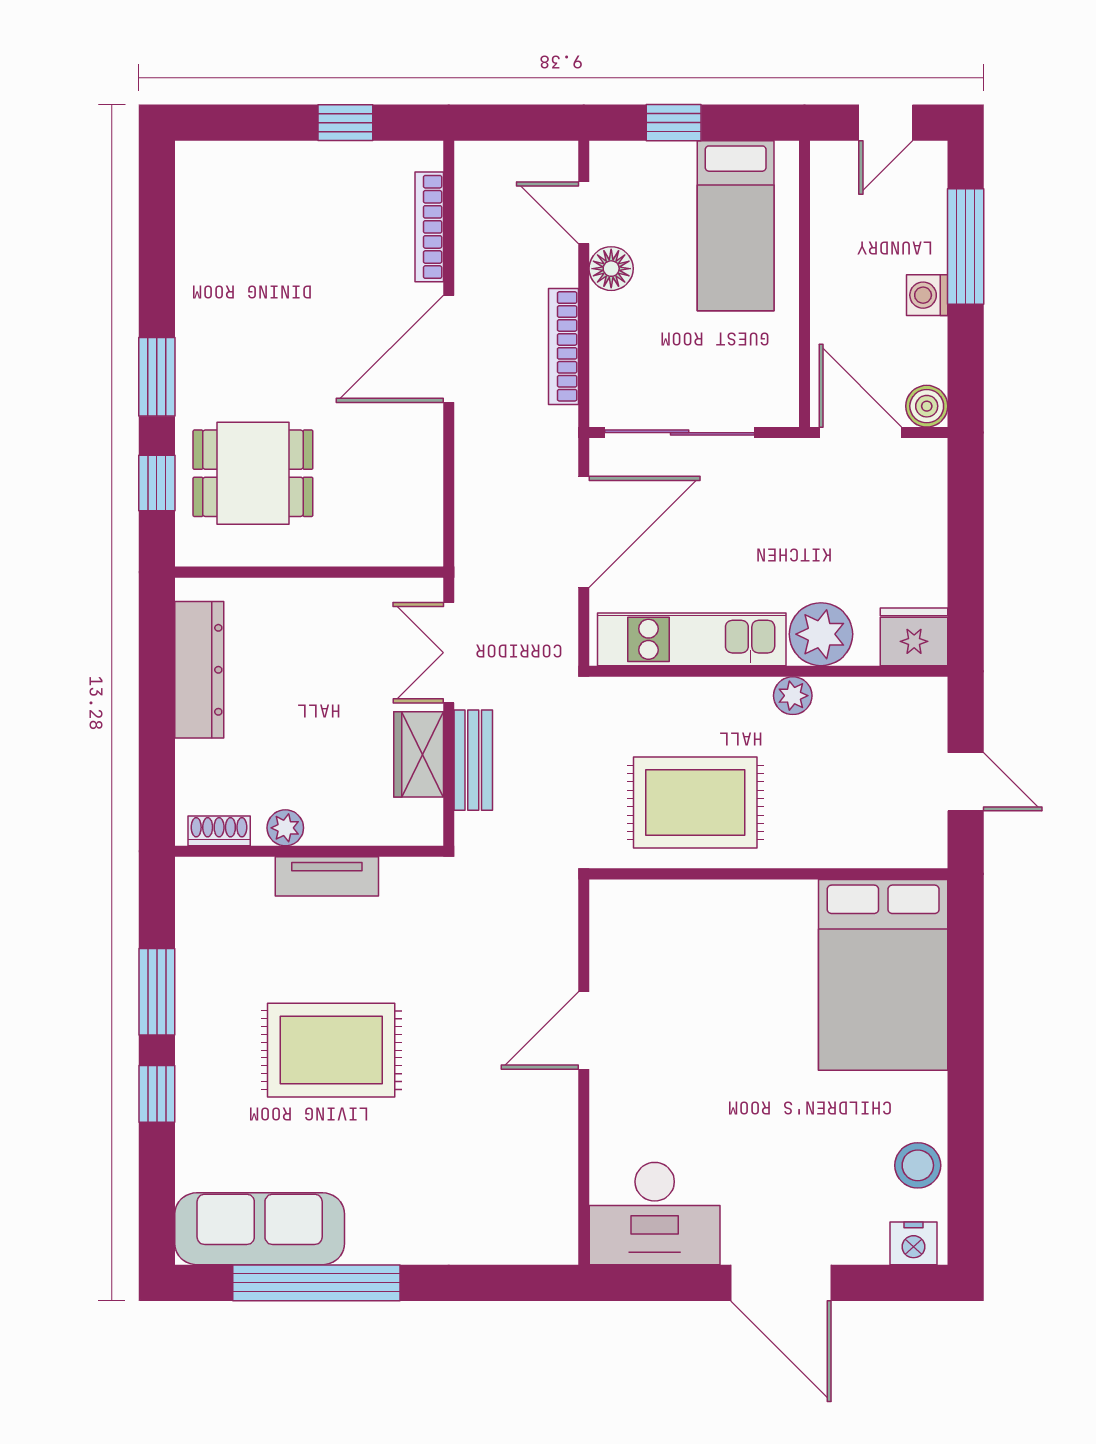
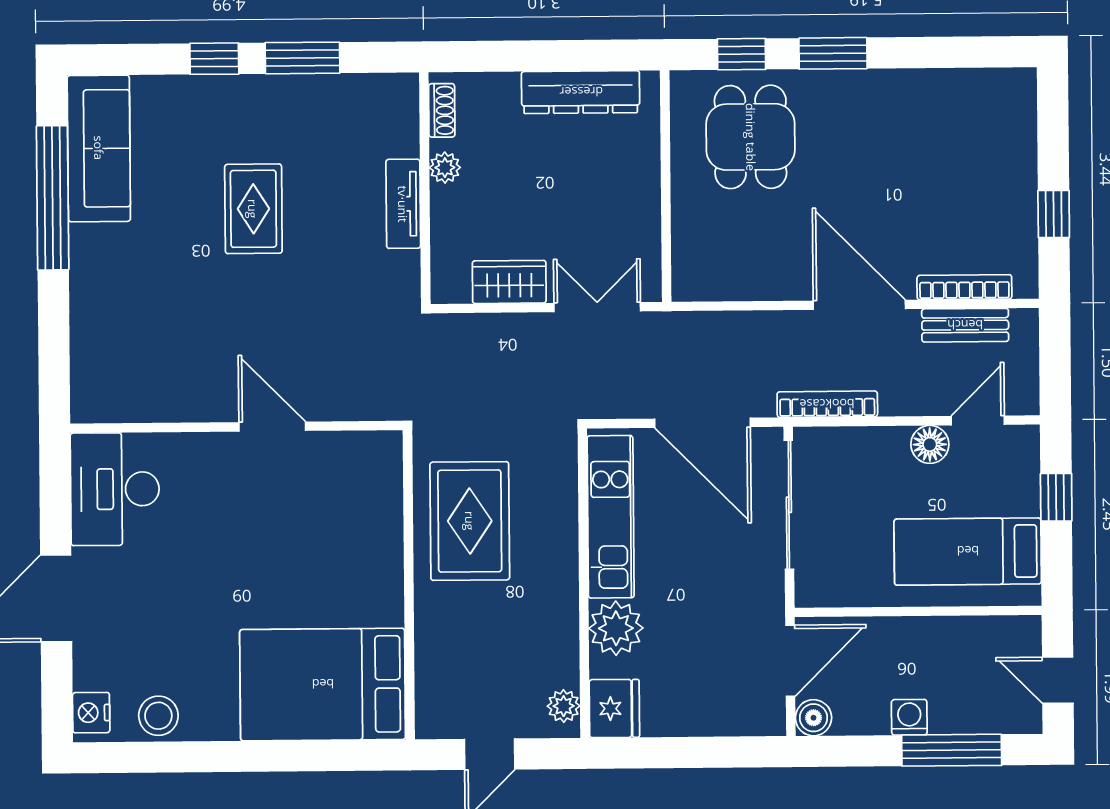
bookcase: (564, 346) -> (827, 404), moved
plant: (793, 696) -> (564, 706), moved
bench: (473, 760) -> (965, 325), moved
rug: (331, 1050) -> (253, 209), width x0.73, depth x0.70

